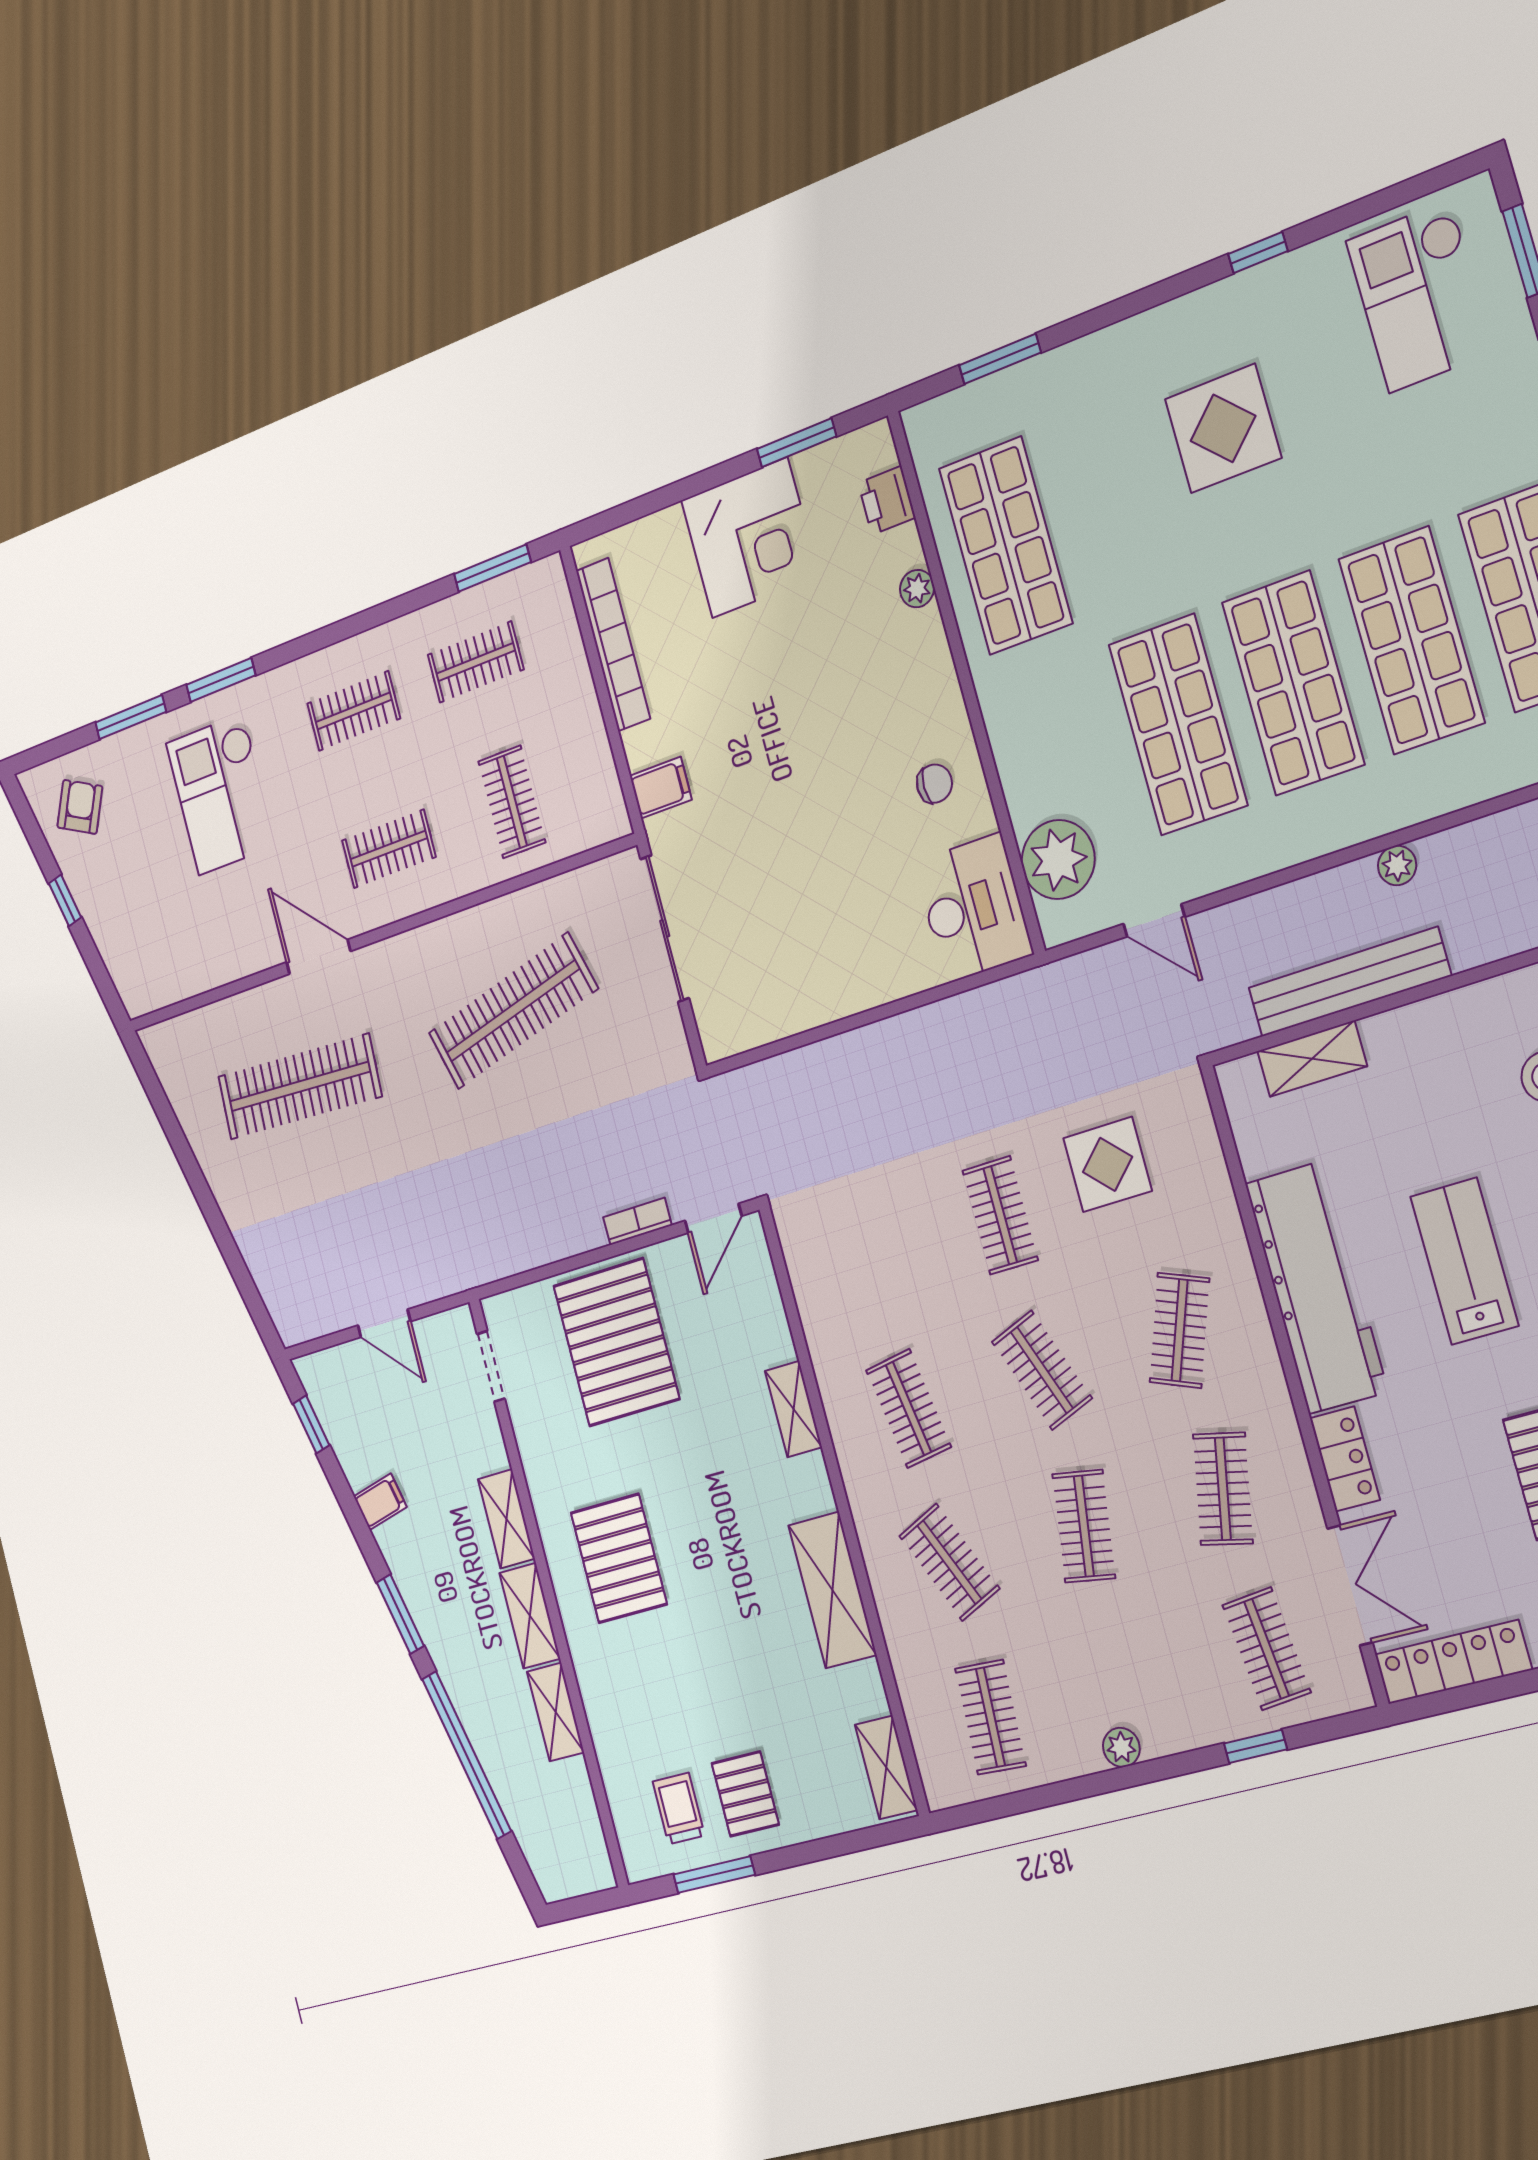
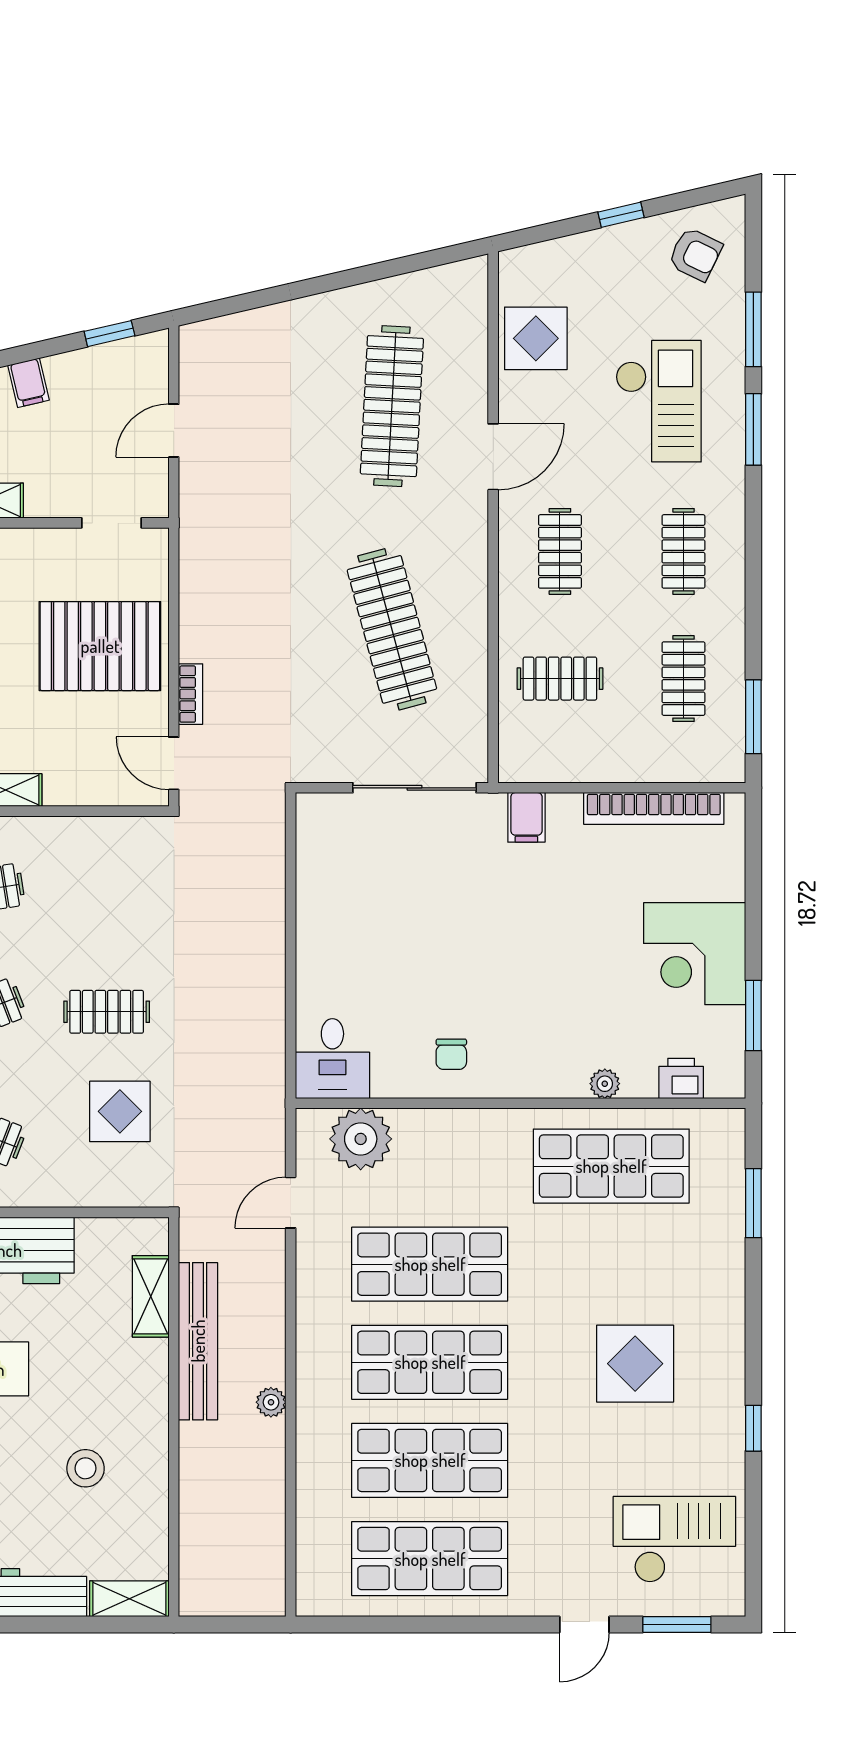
checkout: (221, 794) -> (658, 401), turned 90
desk: (973, 908) -> (332, 1059), width x0.73
display table: (198, 950) -> (536, 338), added

